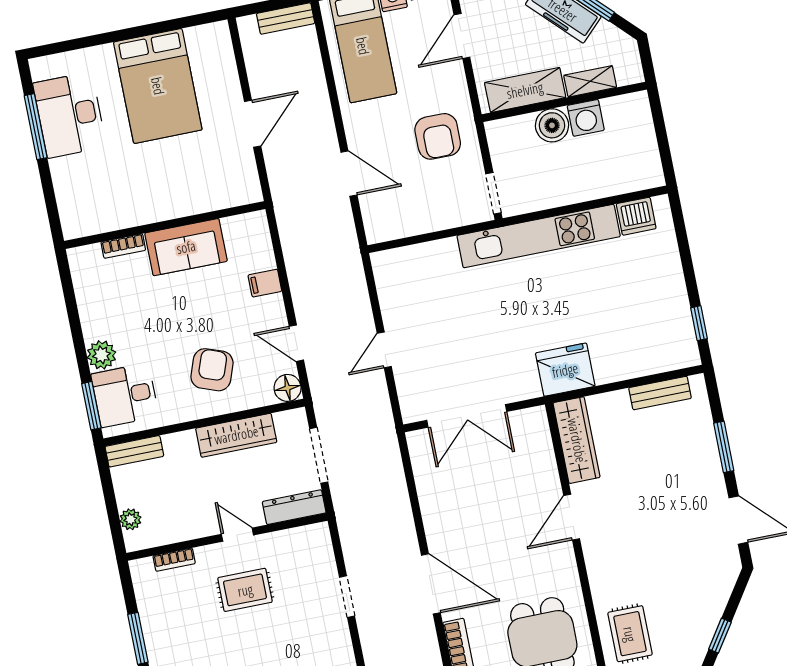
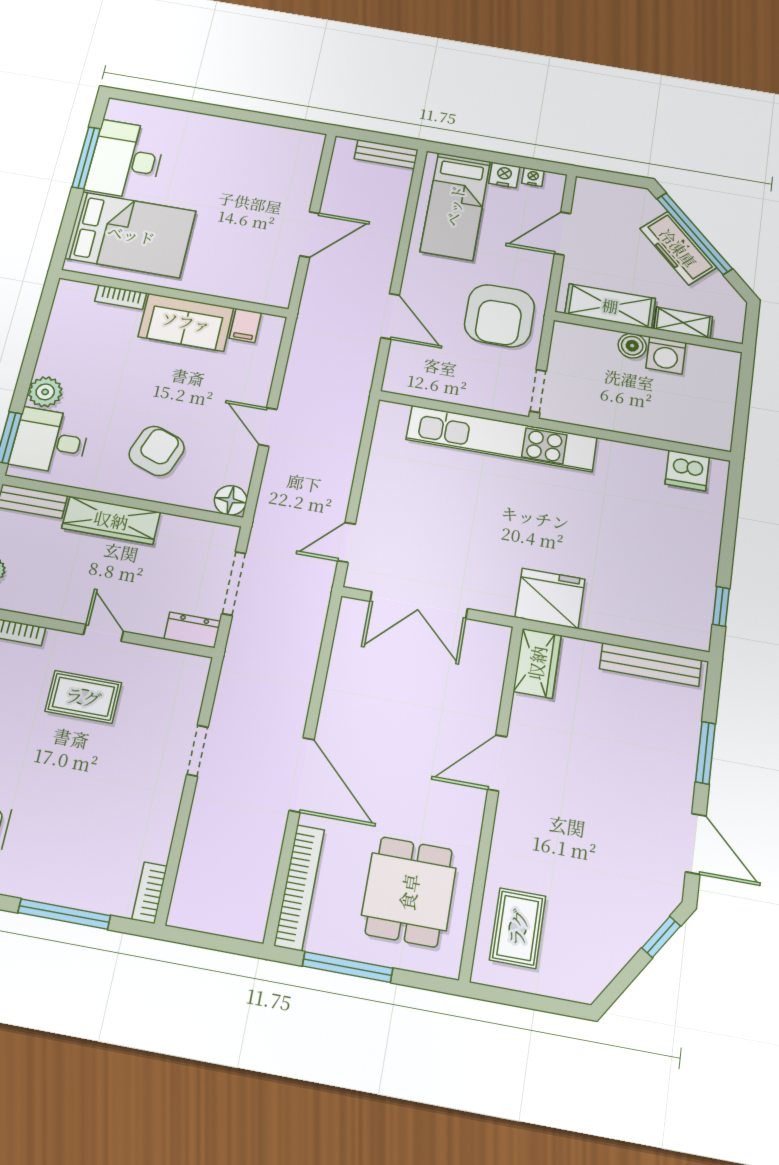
bed: (158, 86) -> (131, 235), moved, turned -90
boiler: (552, 125) -> (632, 346), width x0.73, depth x0.73
armchair: (438, 136) -> (499, 316), width x1.36, depth x1.36
kitchen unit: (539, 236) -> (502, 439), moved
filing cabinet: (265, 283) -> (245, 326), moved, turned -90
door: (296, 343) -> (268, 427), moved
door: (384, 350) -> (347, 542), moved
bench: (660, 393) -> (650, 664), width x1.36
wardrobe: (236, 435) -> (111, 520), moved
wardrobe: (577, 440) -> (537, 663), width x0.67
dresser: (294, 507) -> (192, 630), width x0.70
window: (720, 636) -> (661, 937), moved

